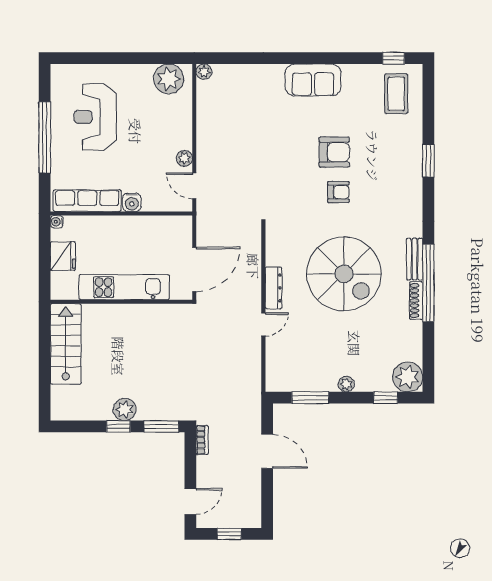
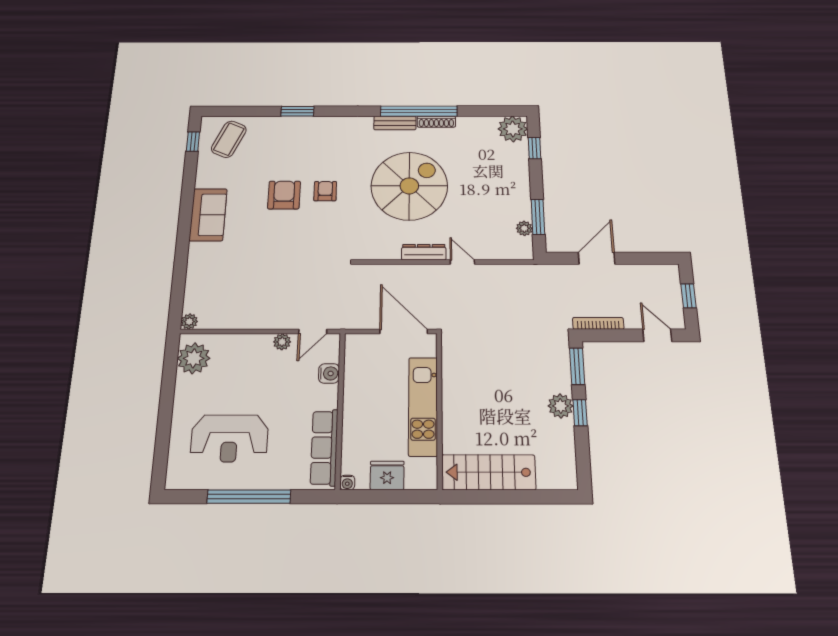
coffee table: (396, 94) -> (229, 139), turned -66
water cooler: (132, 202) -> (329, 373), moved
plant: (346, 384) -> (524, 228), moved
bookcase: (202, 440) -> (598, 323), width x1.56

